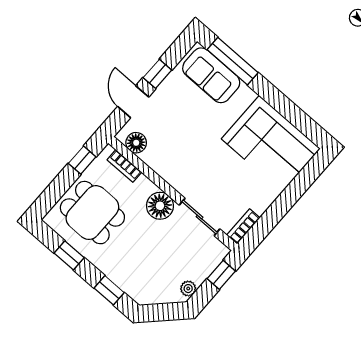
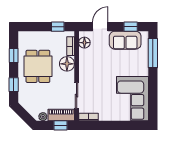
window: (157, 74) -> (131, 27), moved
sofa: (211, 75) -> (125, 40), moved, turned -90
floor lamp: (160, 206) -> (67, 64), moved
dining table: (92, 213) -> (38, 66), moved
piano: (208, 261) -> (61, 115), added

